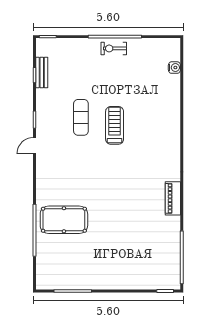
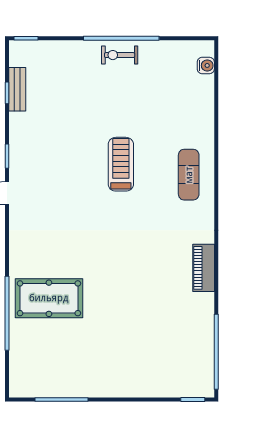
water cooler: (174, 68) -> (206, 65), moved
exercise mat: (81, 117) -> (189, 175), moved

